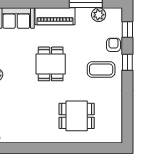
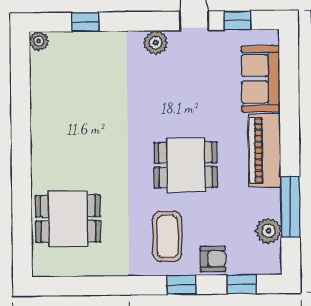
dining table: (51, 64) -> (186, 165), moved
dining table: (77, 116) -> (68, 219), moved, turned 90

